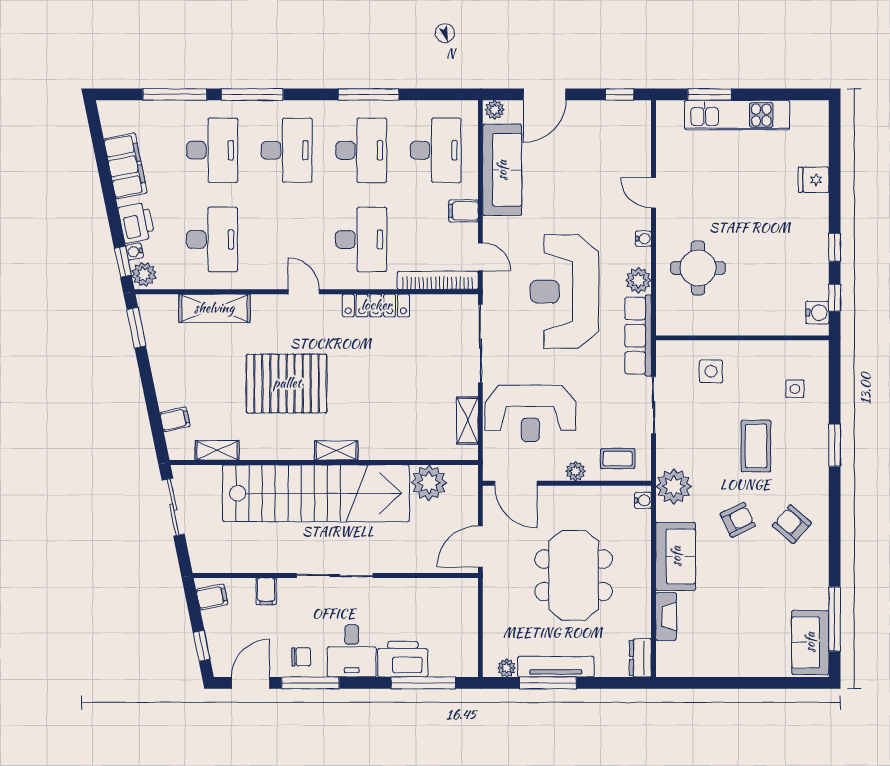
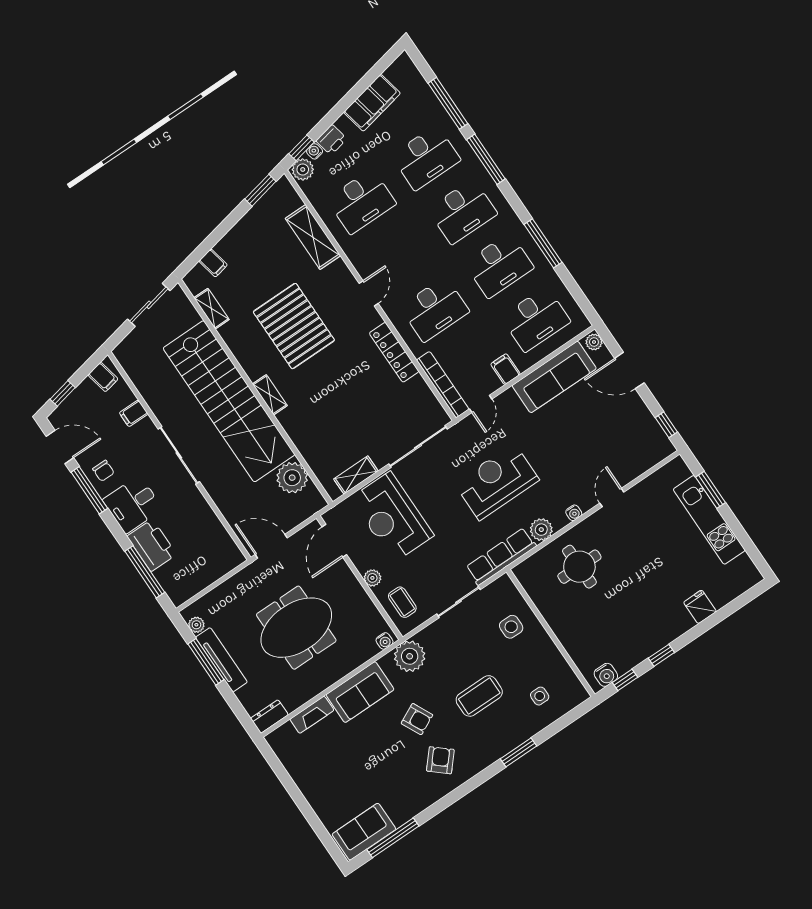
printer: (136, 223) -> (331, 140), width x0.73, depth x0.81
reception desk: (564, 292) -> (497, 482), width x0.74, depth x0.77

